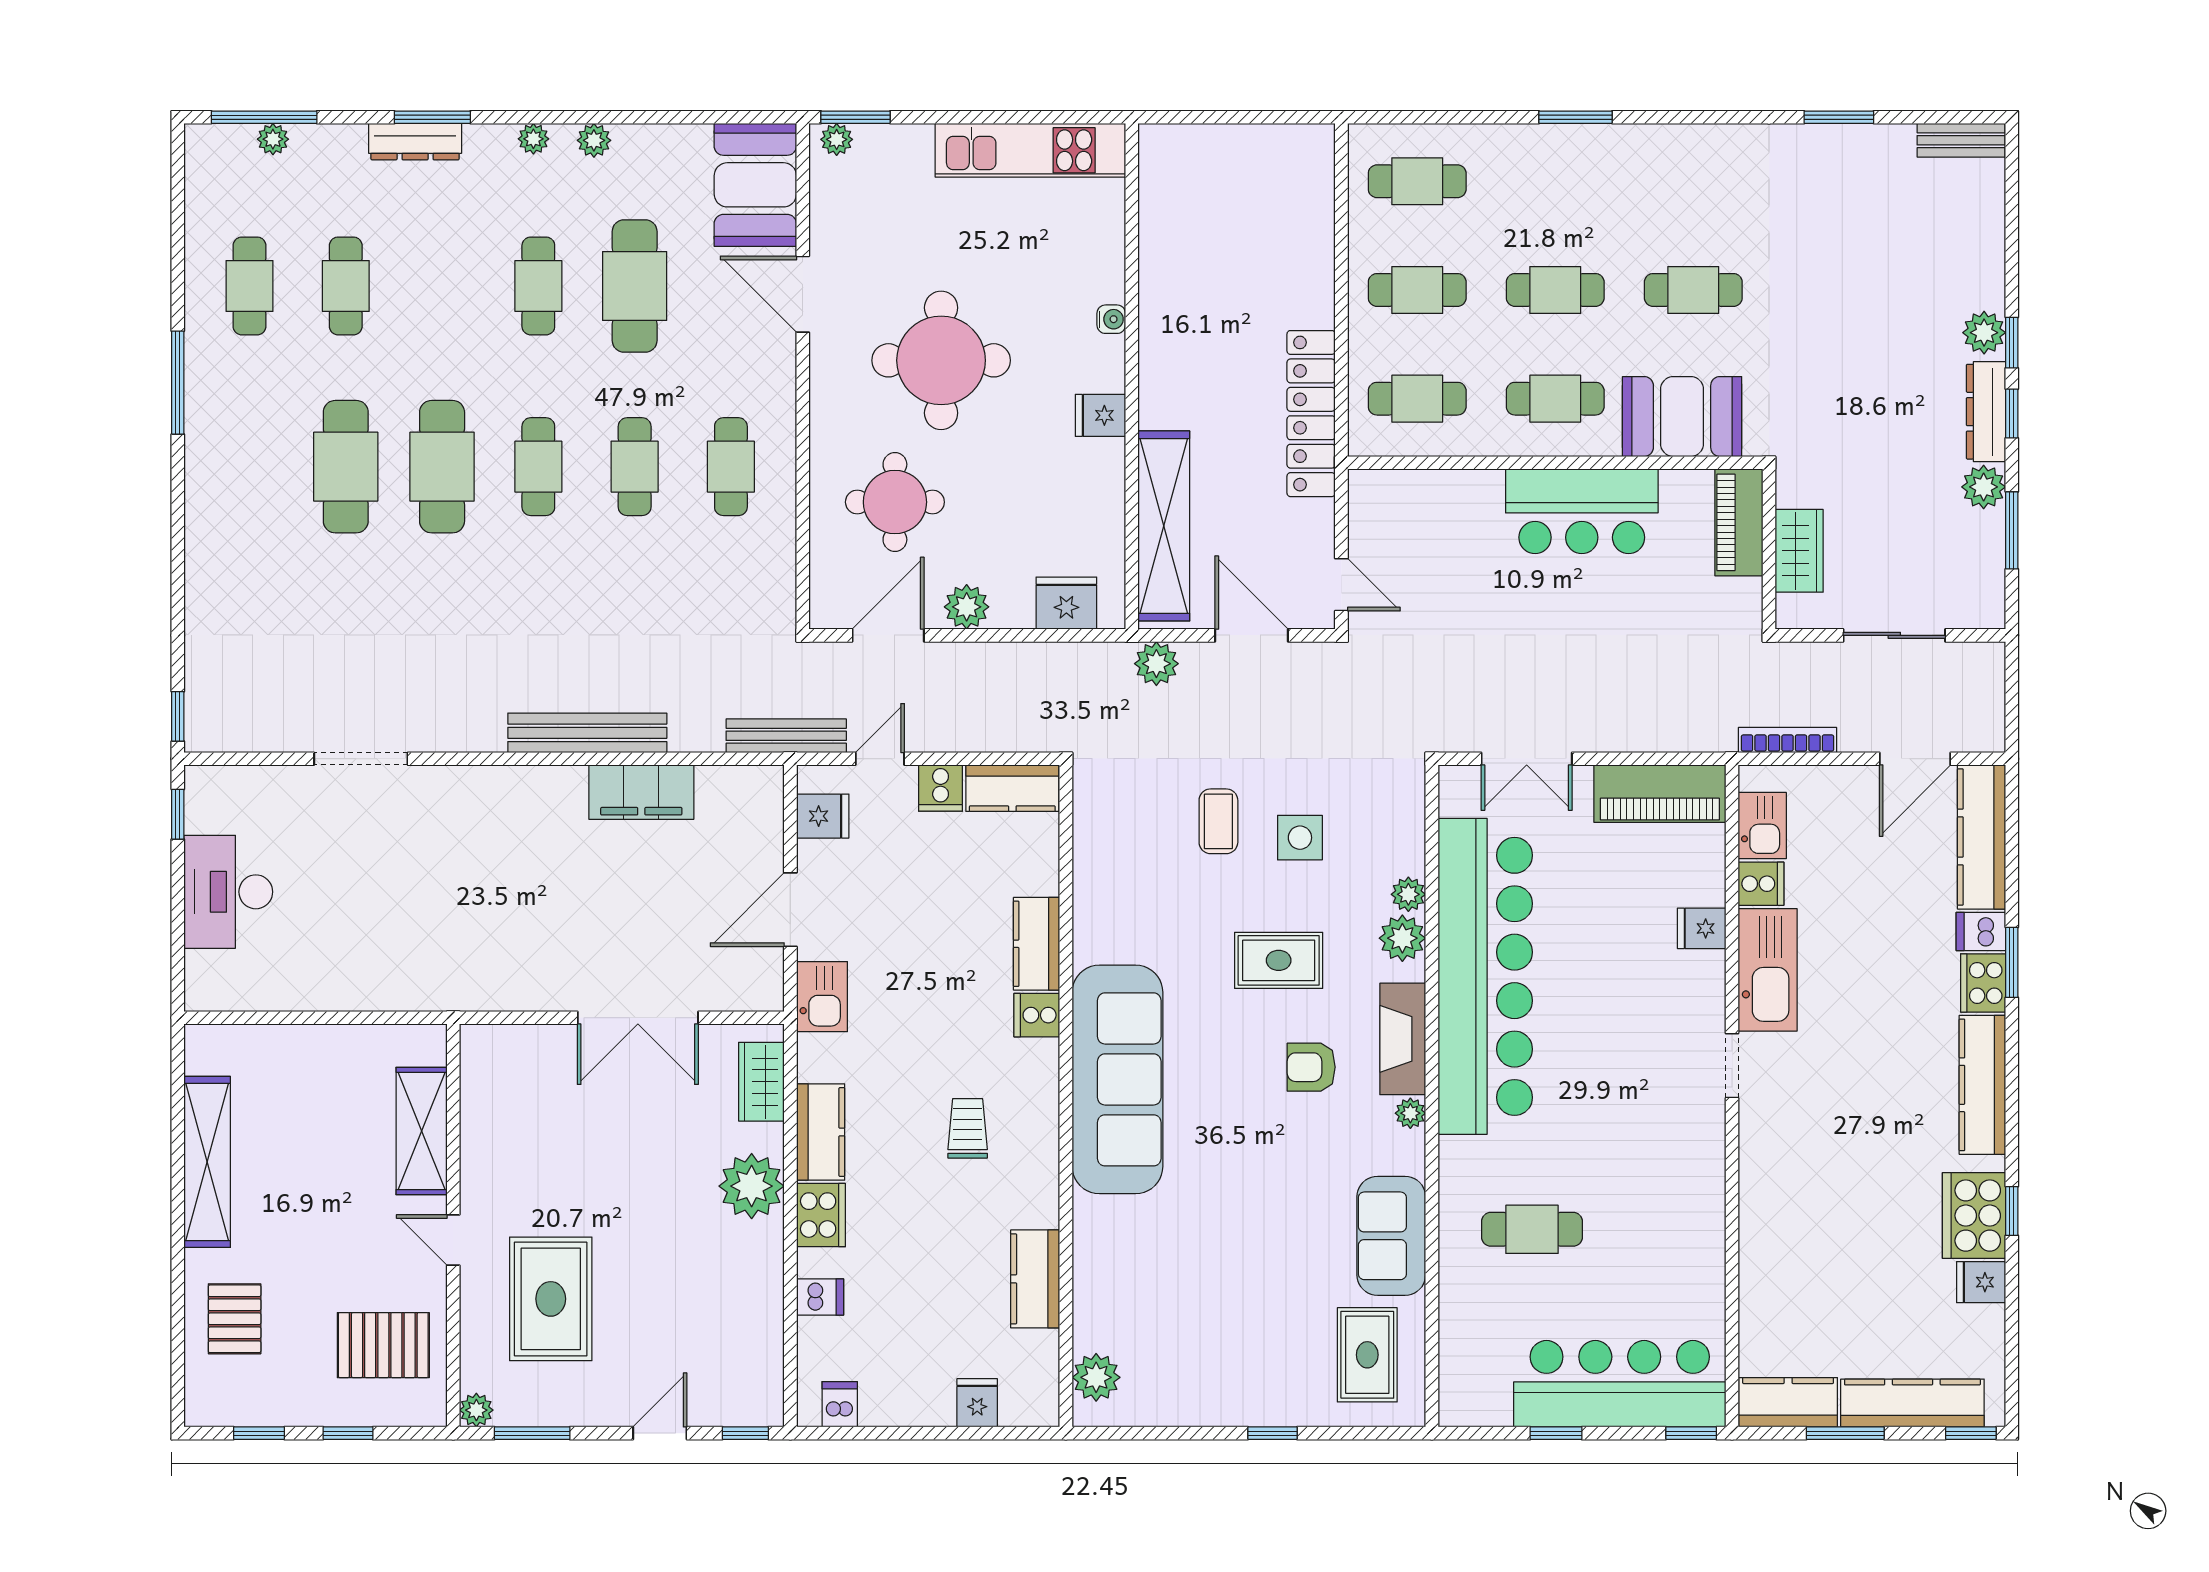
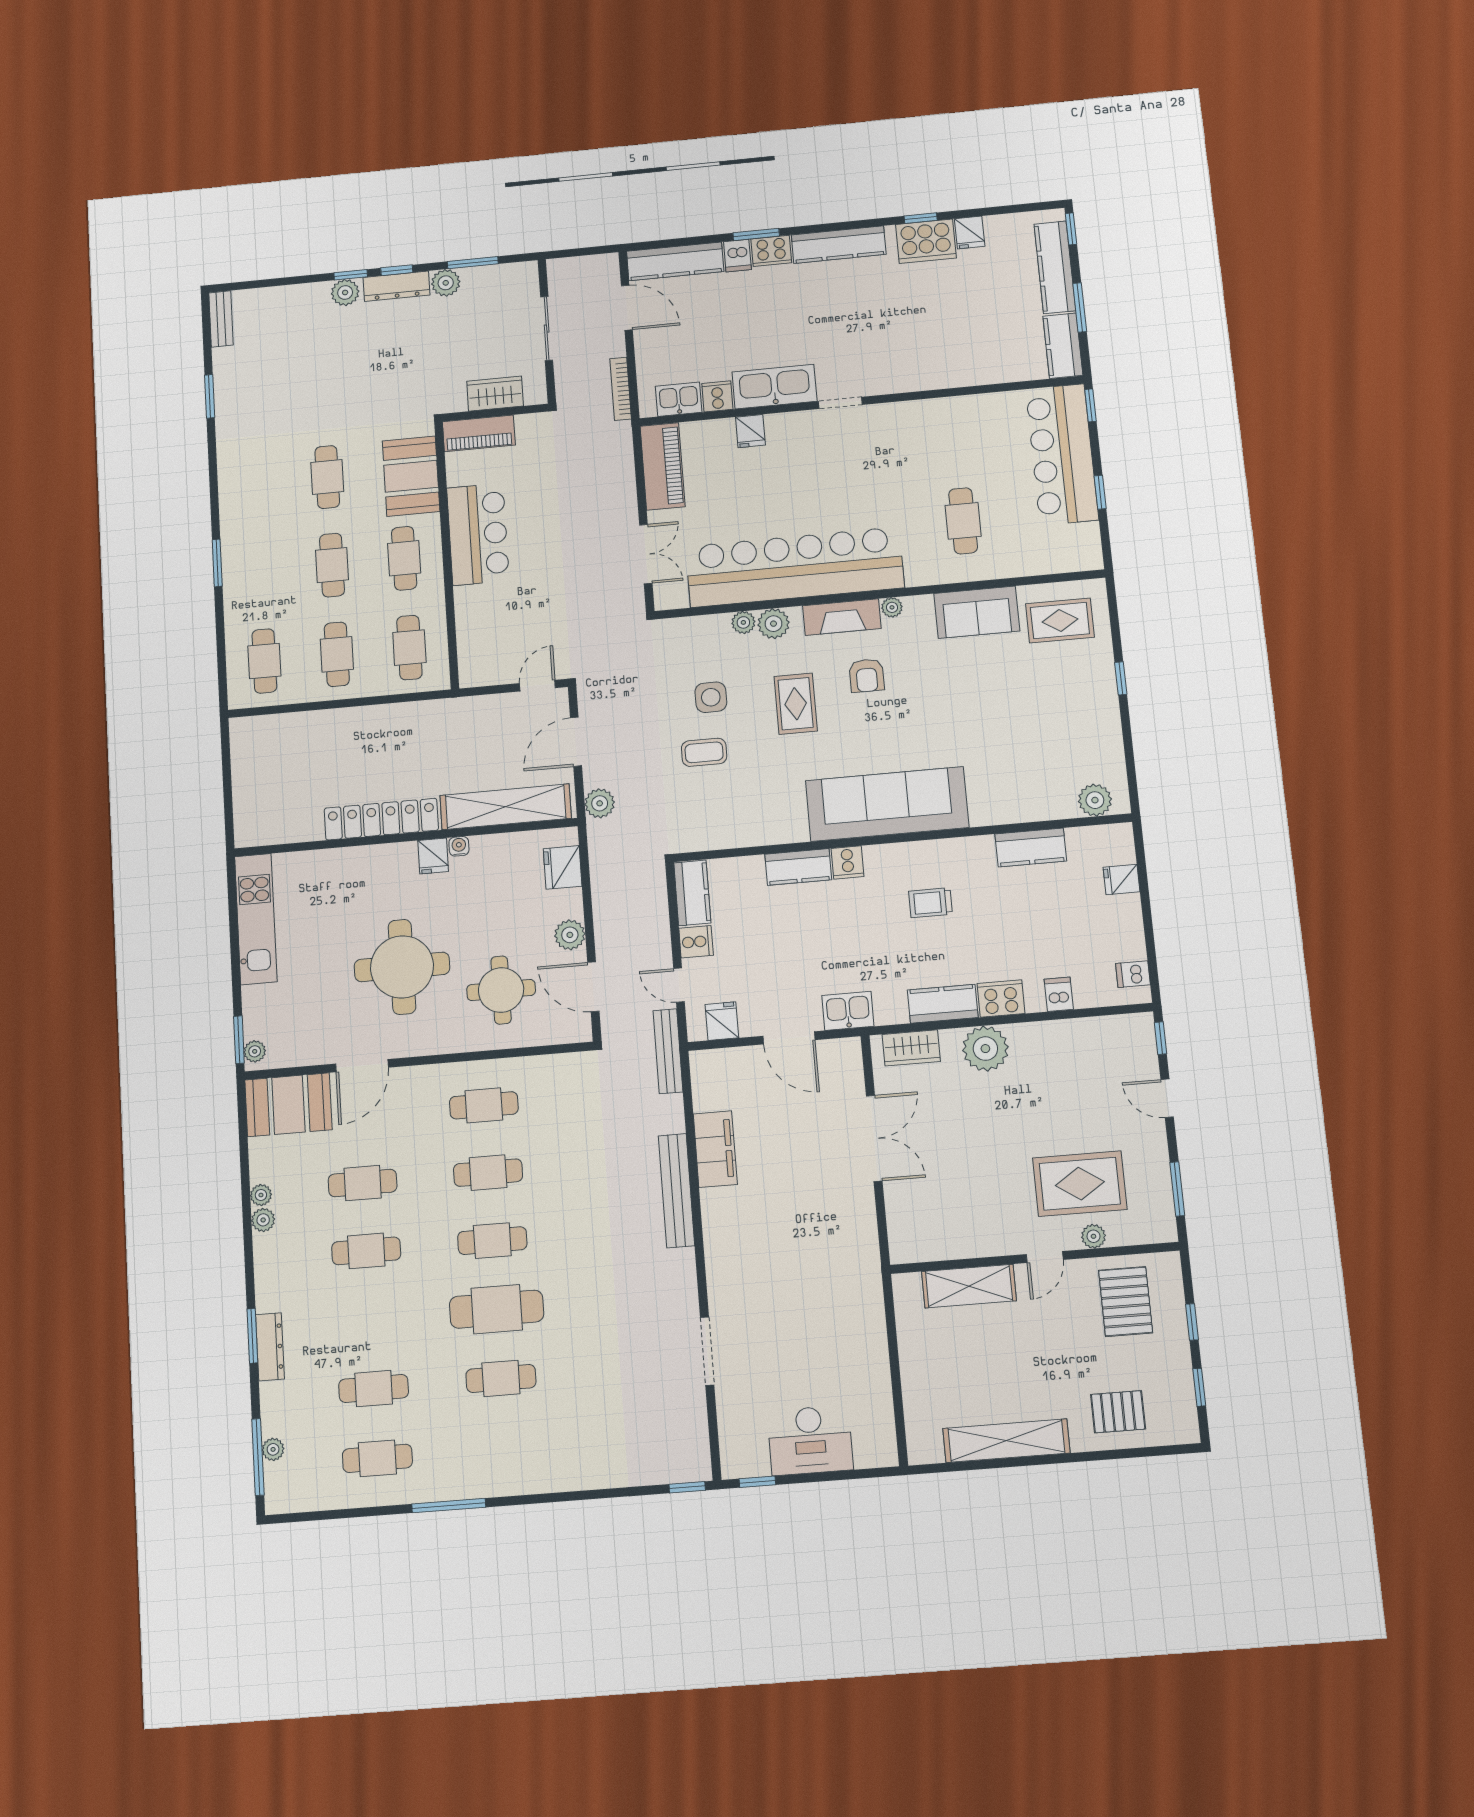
plant: (533, 139) -> (261, 1195), moved
cafe table: (635, 286) -> (363, 1183), width x0.73, depth x0.74
water cooler: (1111, 319) -> (459, 846), moved
locker: (1311, 414) -> (381, 819), moved, turned 180
cafe table: (346, 467) -> (501, 1378), width x0.73, depth x0.74
plant: (476, 1410) -> (1093, 1236), moved

